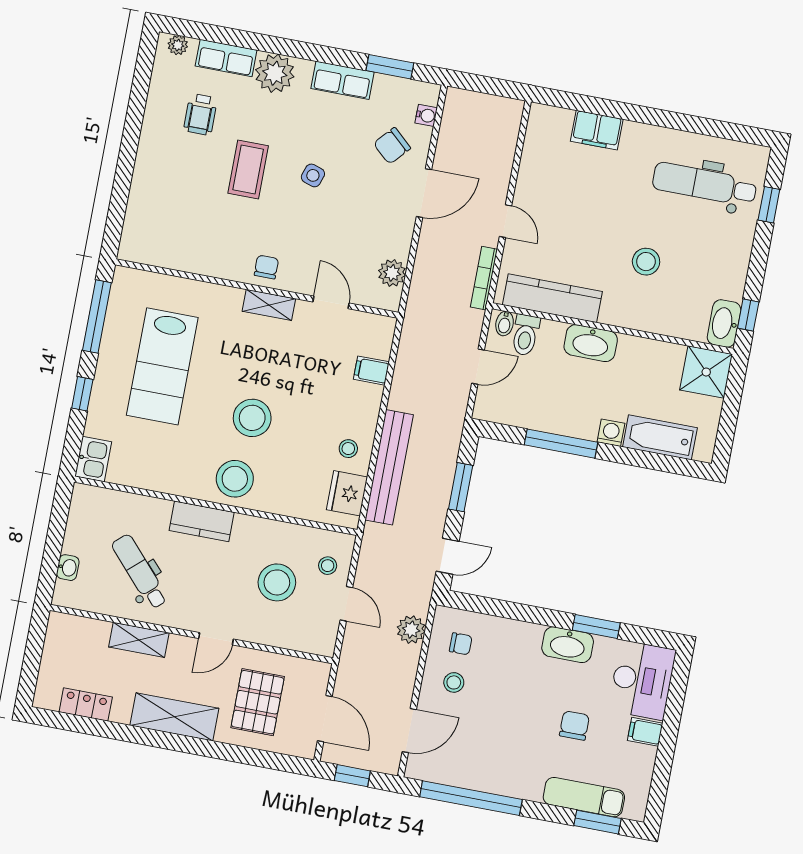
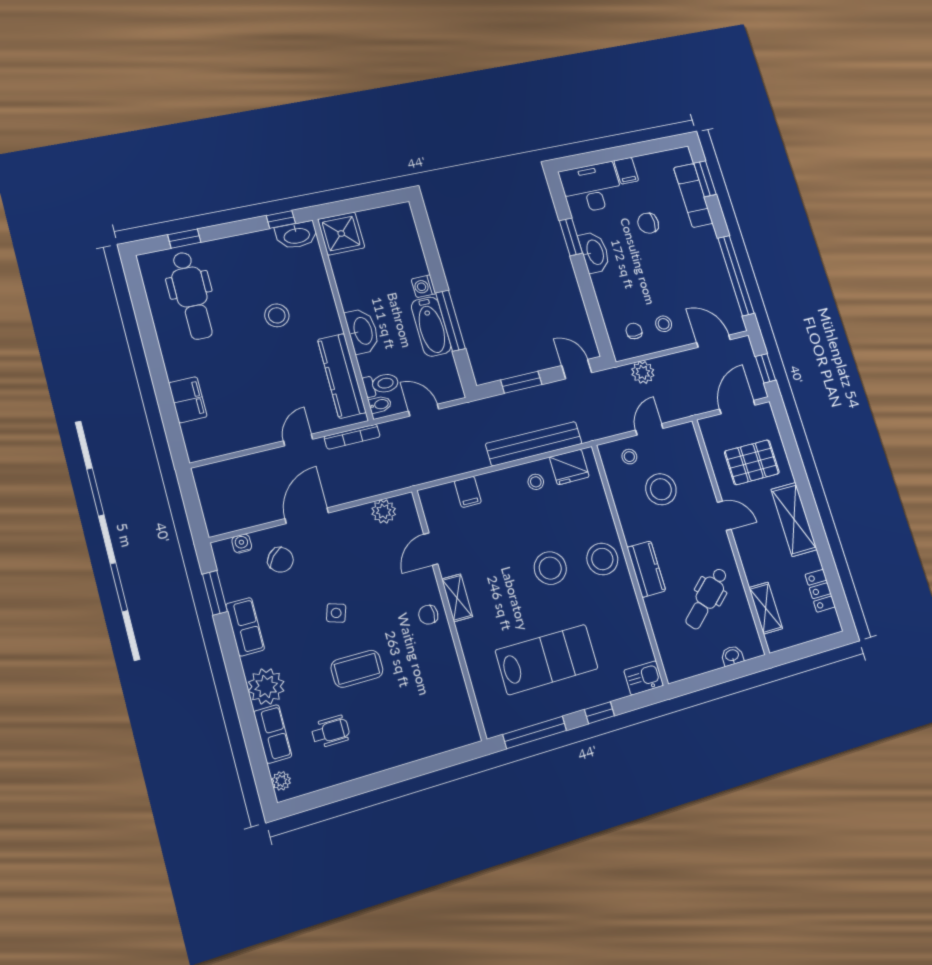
door: (424, 193) -> (307, 516), hinge flipped
bathtub: (660, 437) -> (431, 327), moved
shelving: (139, 640) -> (766, 608), moved

